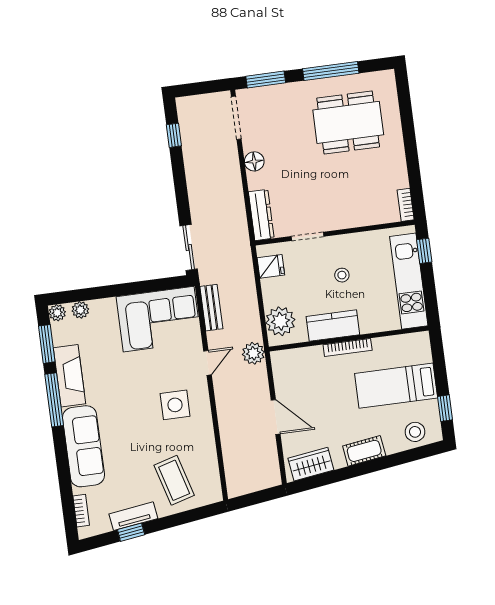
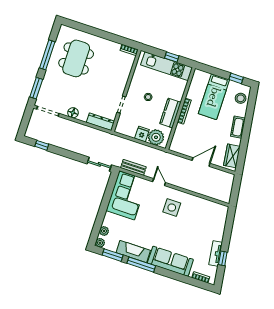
window: (424, 251) -> (172, 57), moved
fridge: (271, 266) -> (142, 134), moved
plant: (253, 353) -> (165, 158), removed
coffee table: (174, 480) -> (208, 226), removed

